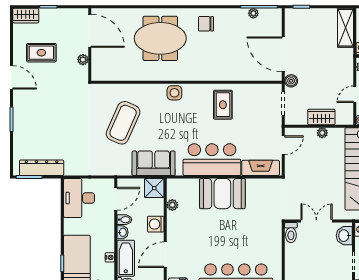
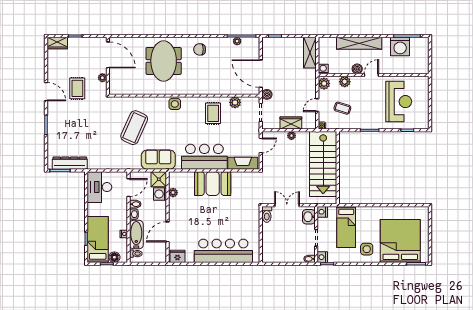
meeting table: (160, 38) -> (164, 61), turned 90
rug: (41, 53) -> (77, 88), moved, turned 90
plant: (251, 91) -> (235, 102), added
washing machine: (156, 224) -> (160, 194), moved

